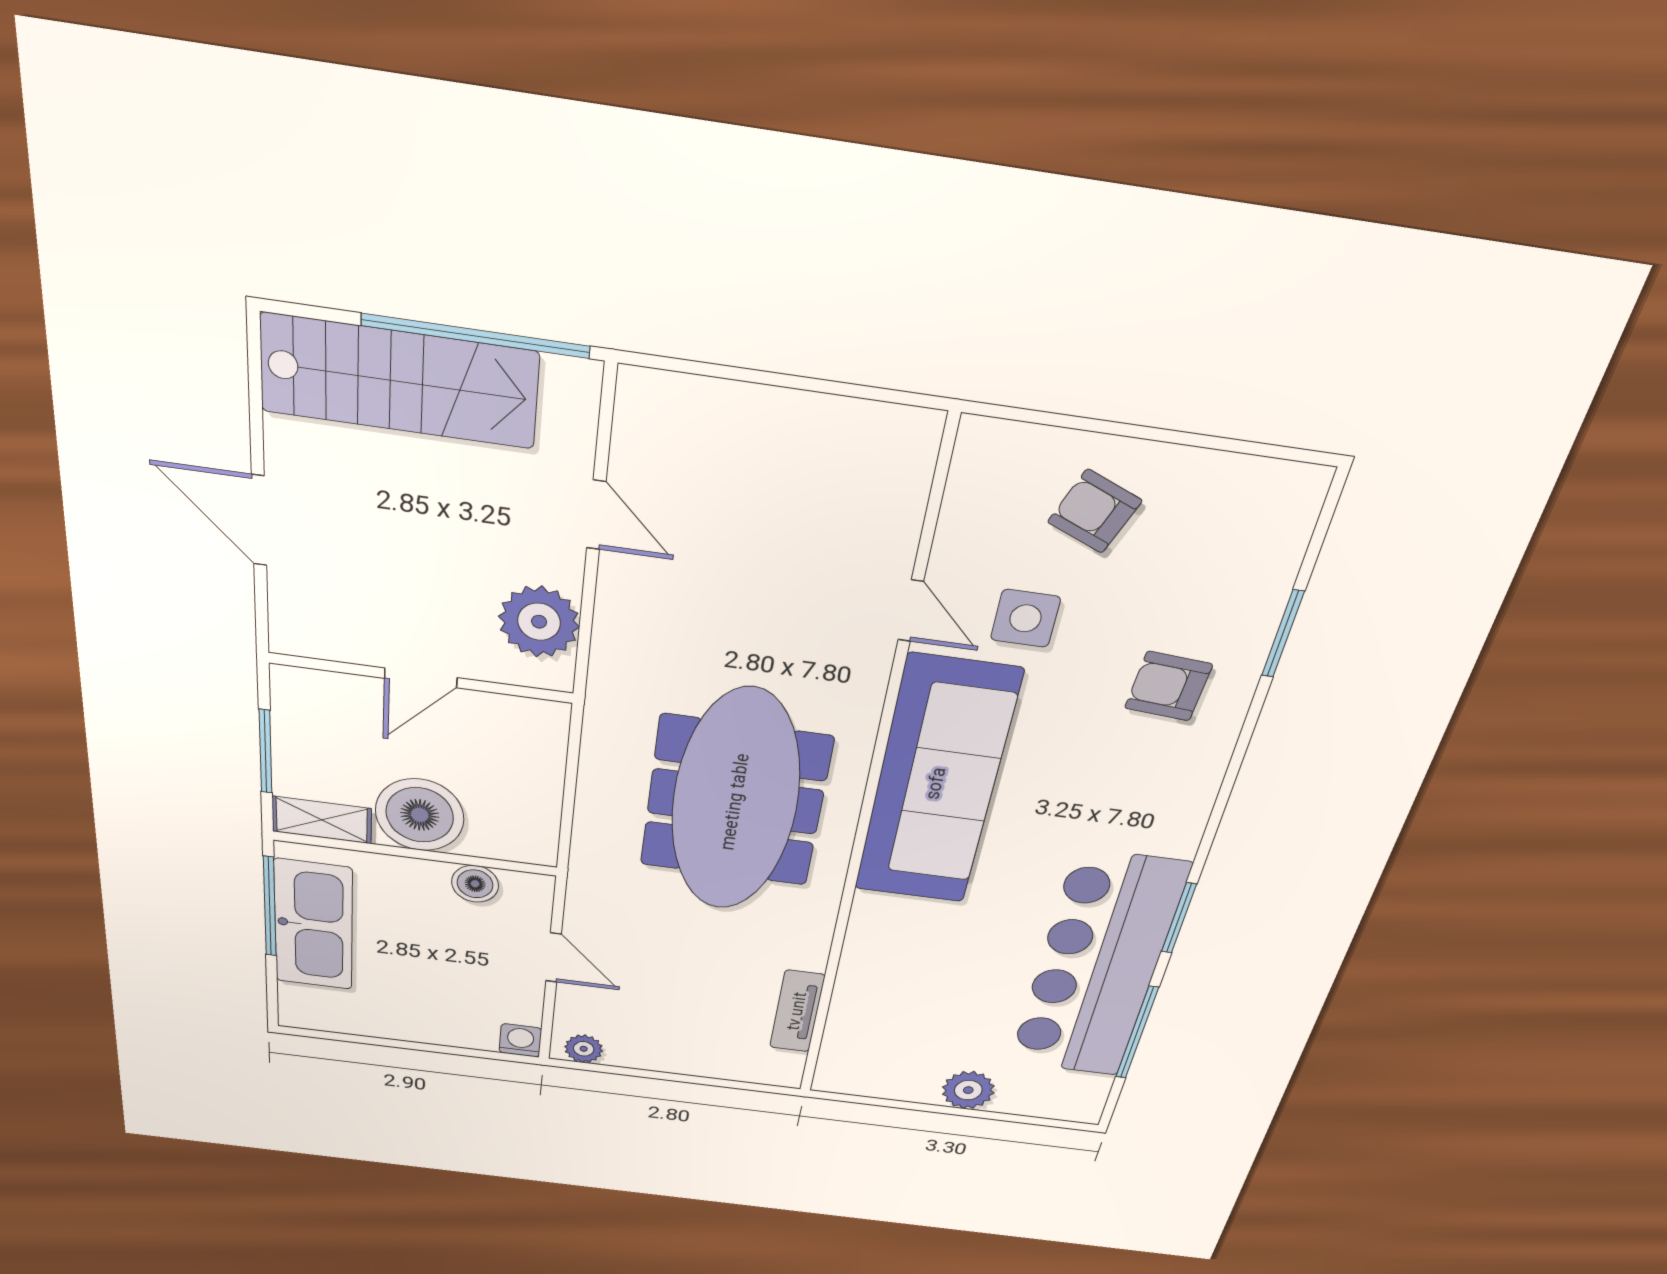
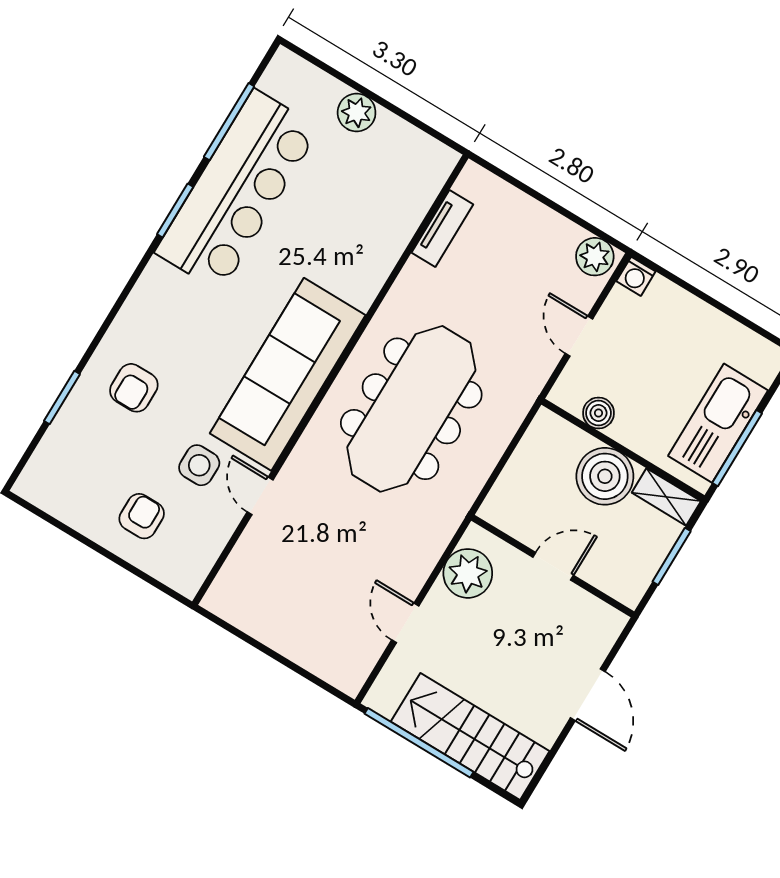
armchair: (1095, 511) -> (142, 516), turned -112
armchair: (1168, 686) -> (134, 388), turned 86
plant: (584, 1049) -> (595, 257), width x1.38, depth x1.38

